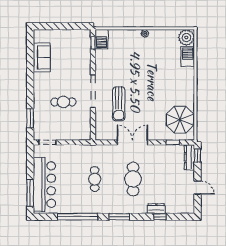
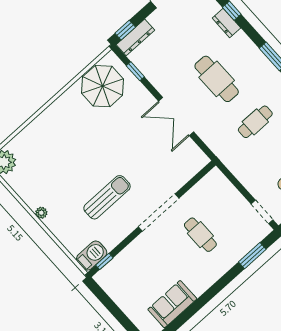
barbecue: (188, 57) -> (24, 141), removed
sun lounger: (119, 104) -> (107, 197), moved
cafe table: (133, 179) -> (217, 79), turned 90

